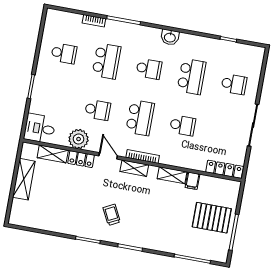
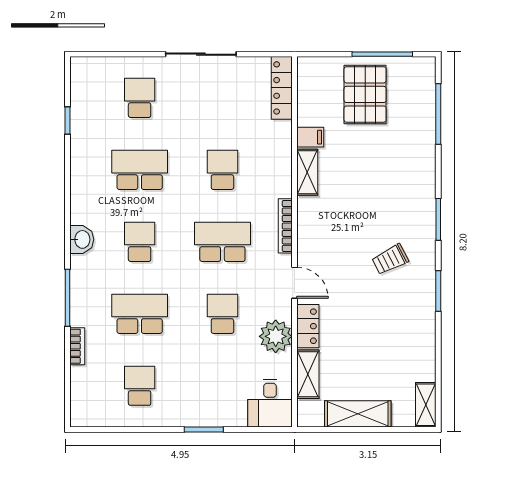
washbasin: (170, 37) -> (82, 239), moved
door: (108, 156) -> (295, 283), swing flipped
shelving: (134, 168) -> (426, 405), moved

